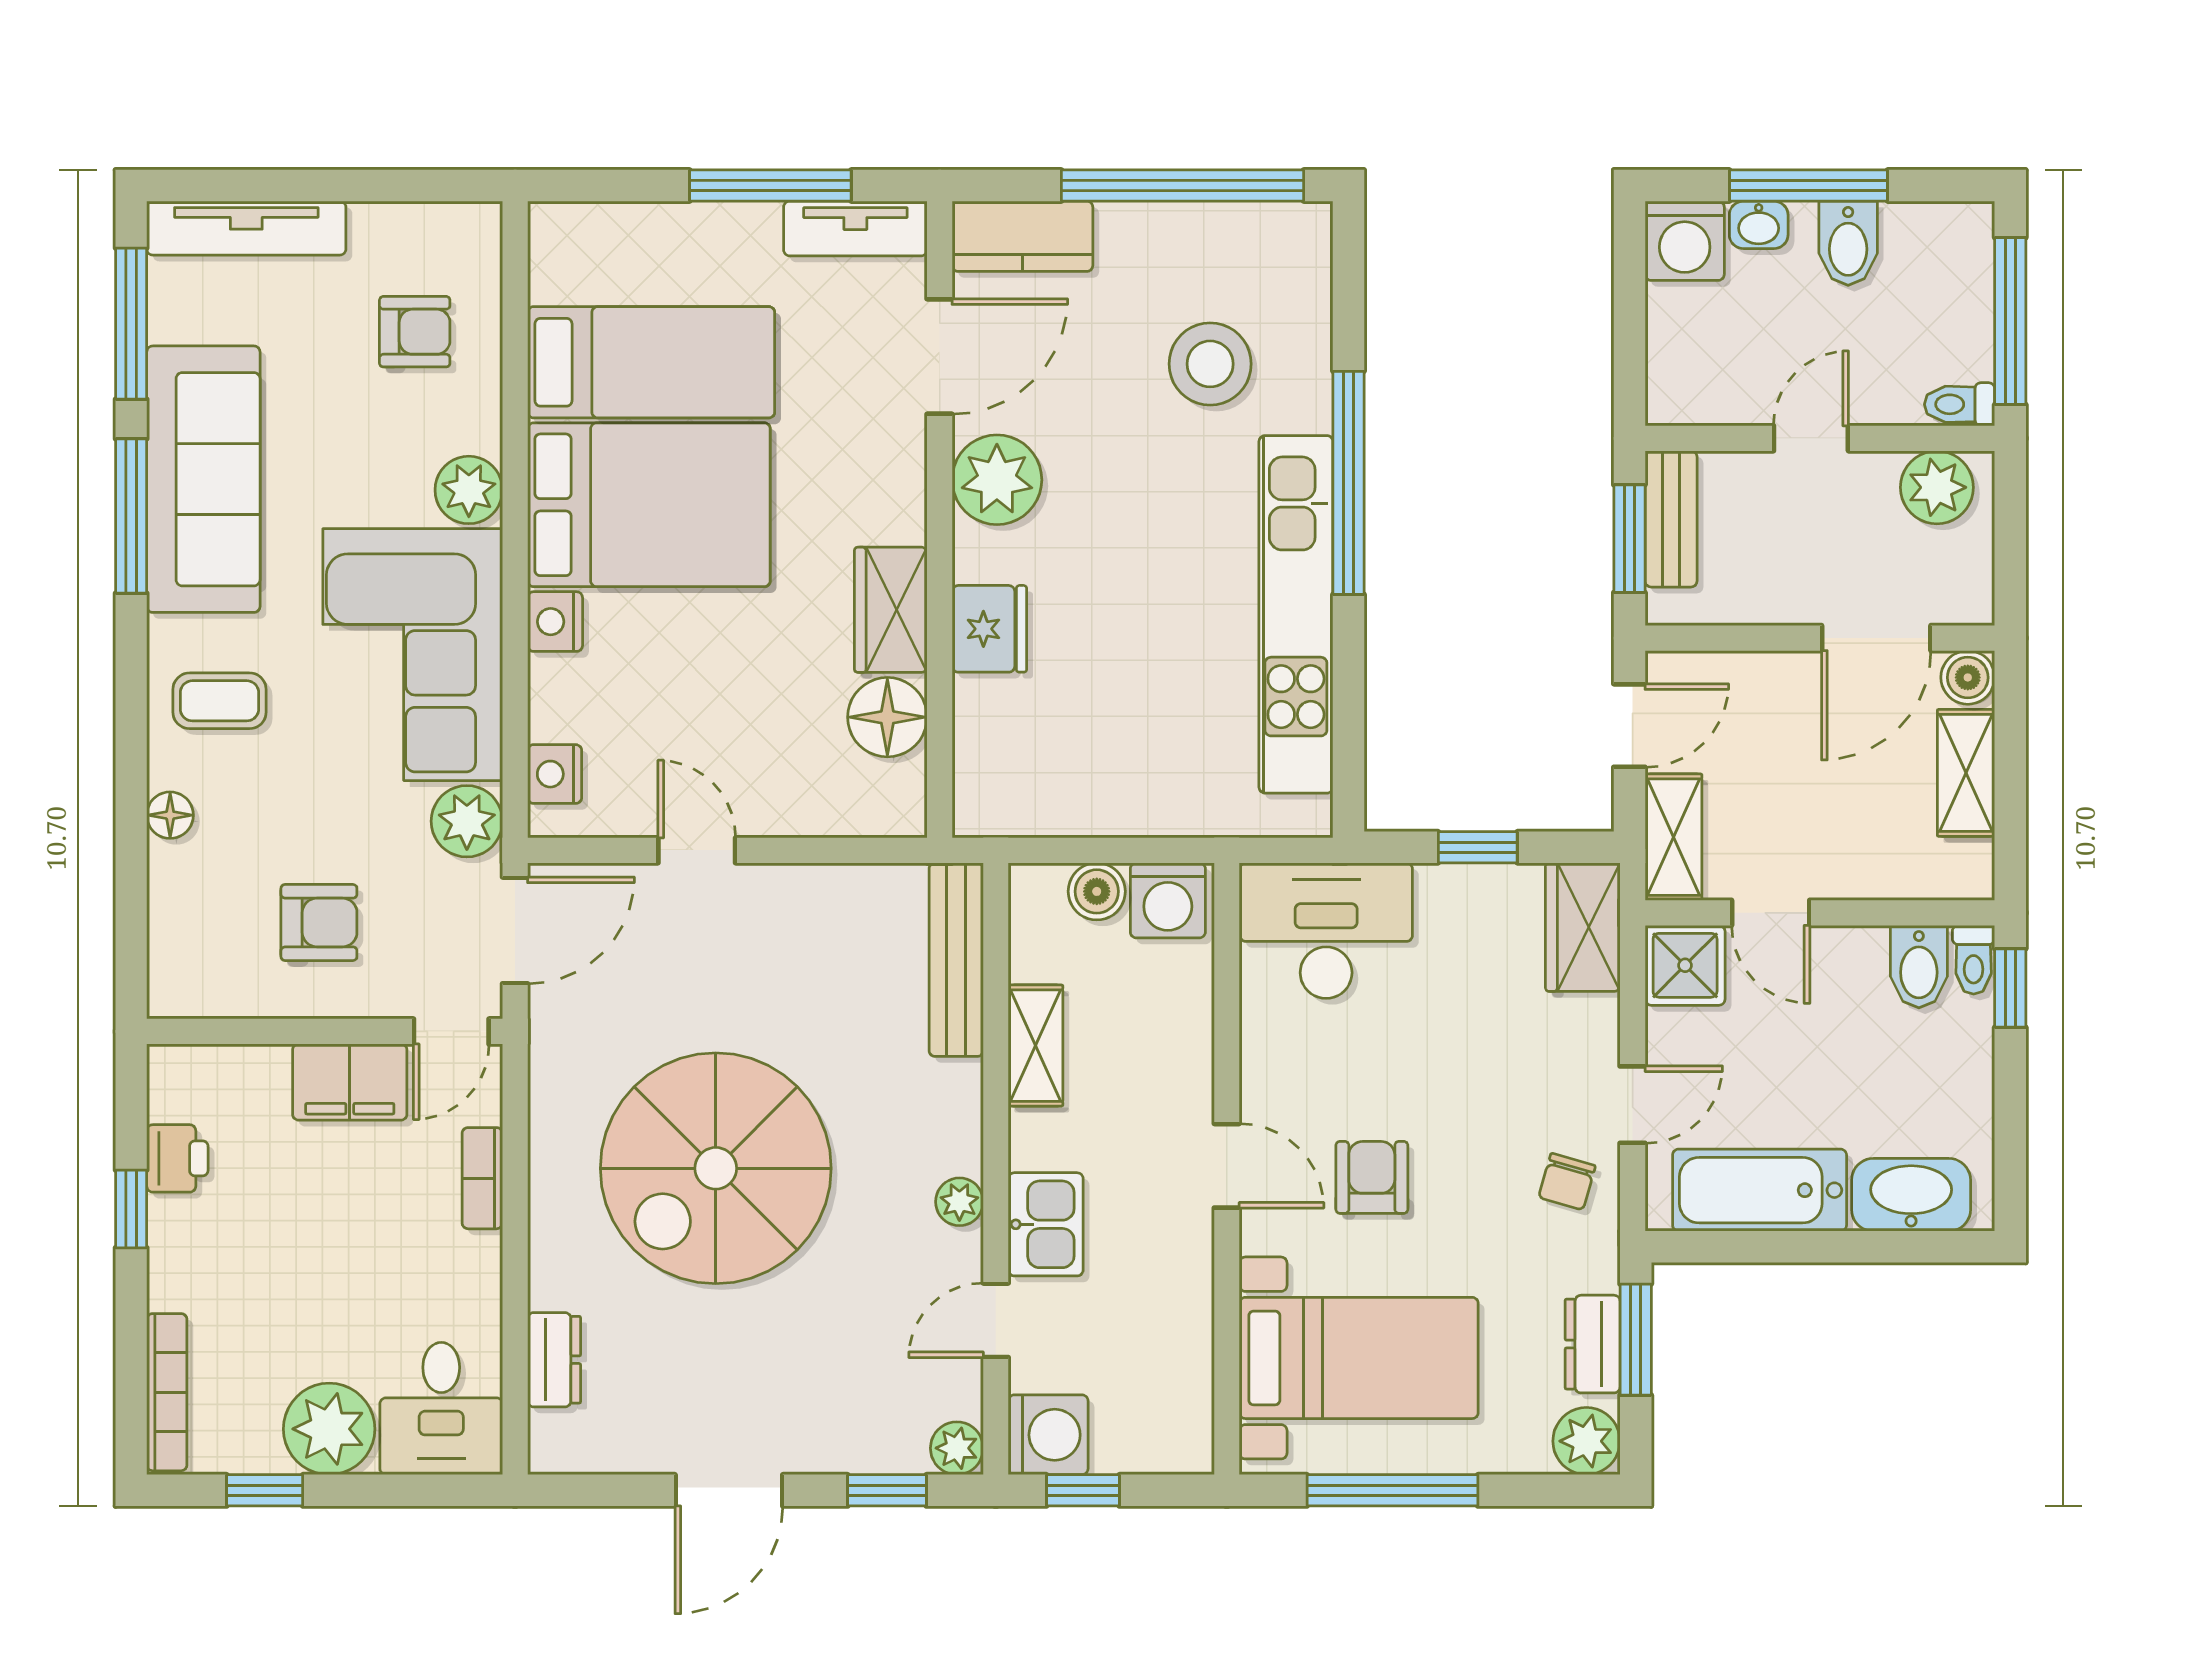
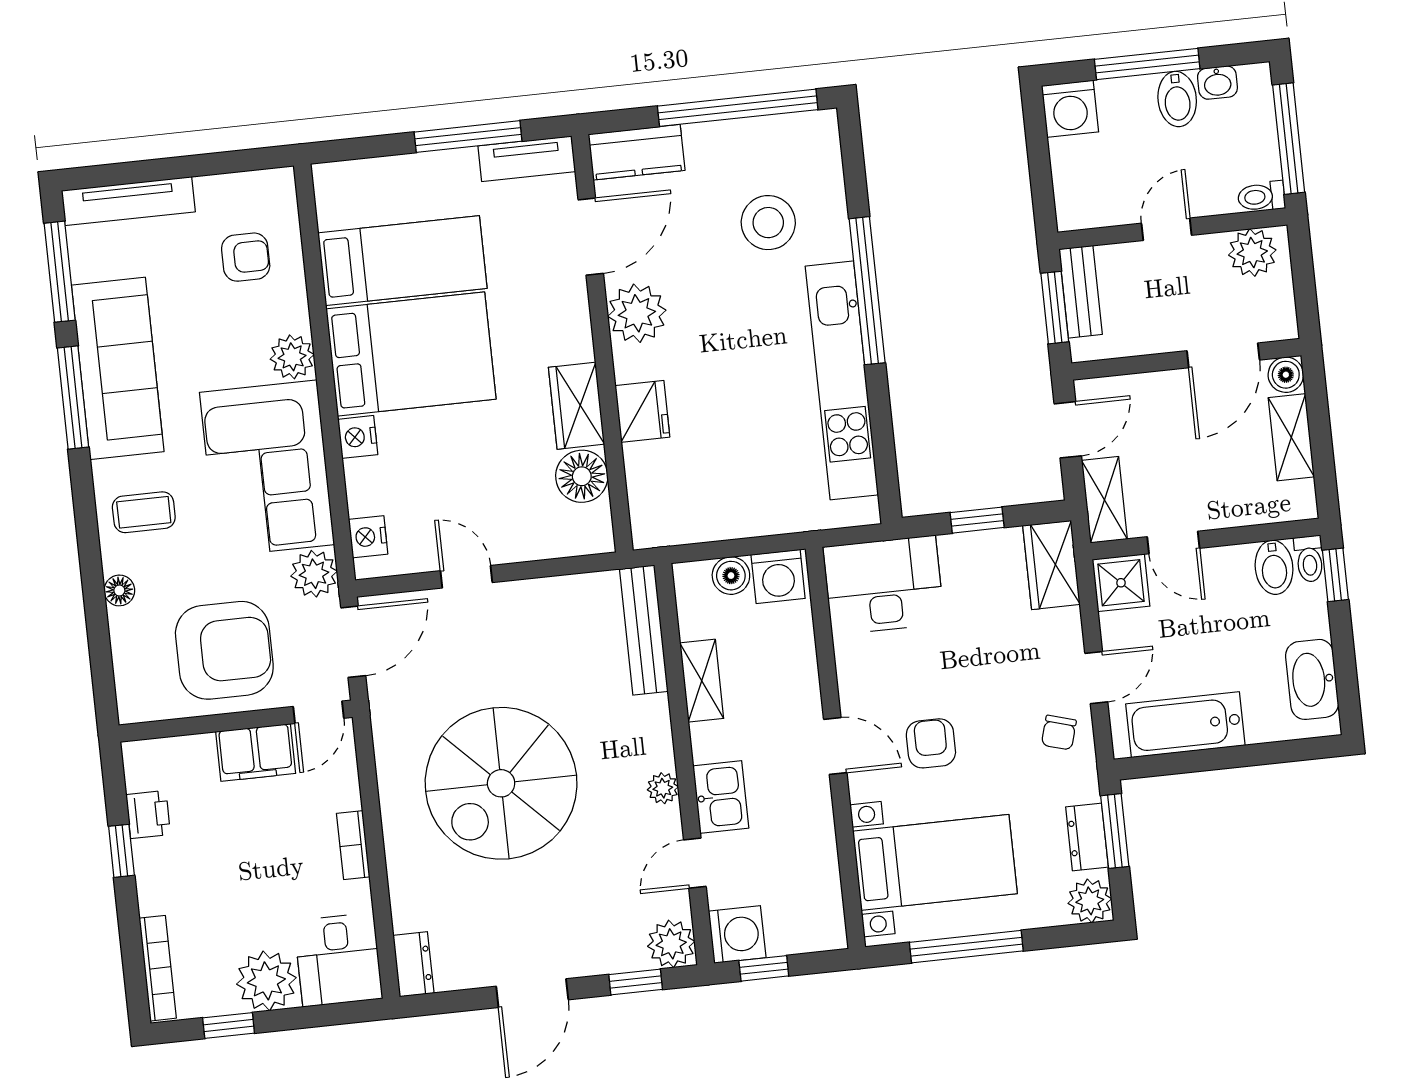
washbasin: (1759, 225) -> (1217, 83), moved
armchair: (319, 922) -> (224, 650), width x1.88, depth x1.88
bookcase: (482, 1178) -> (353, 845), moved
washbasin: (1911, 1195) -> (1312, 679), moved, turned -90
dresser: (554, 1360) -> (413, 964), moved
plant: (957, 1448) -> (671, 944), width x1.38, depth x1.38

